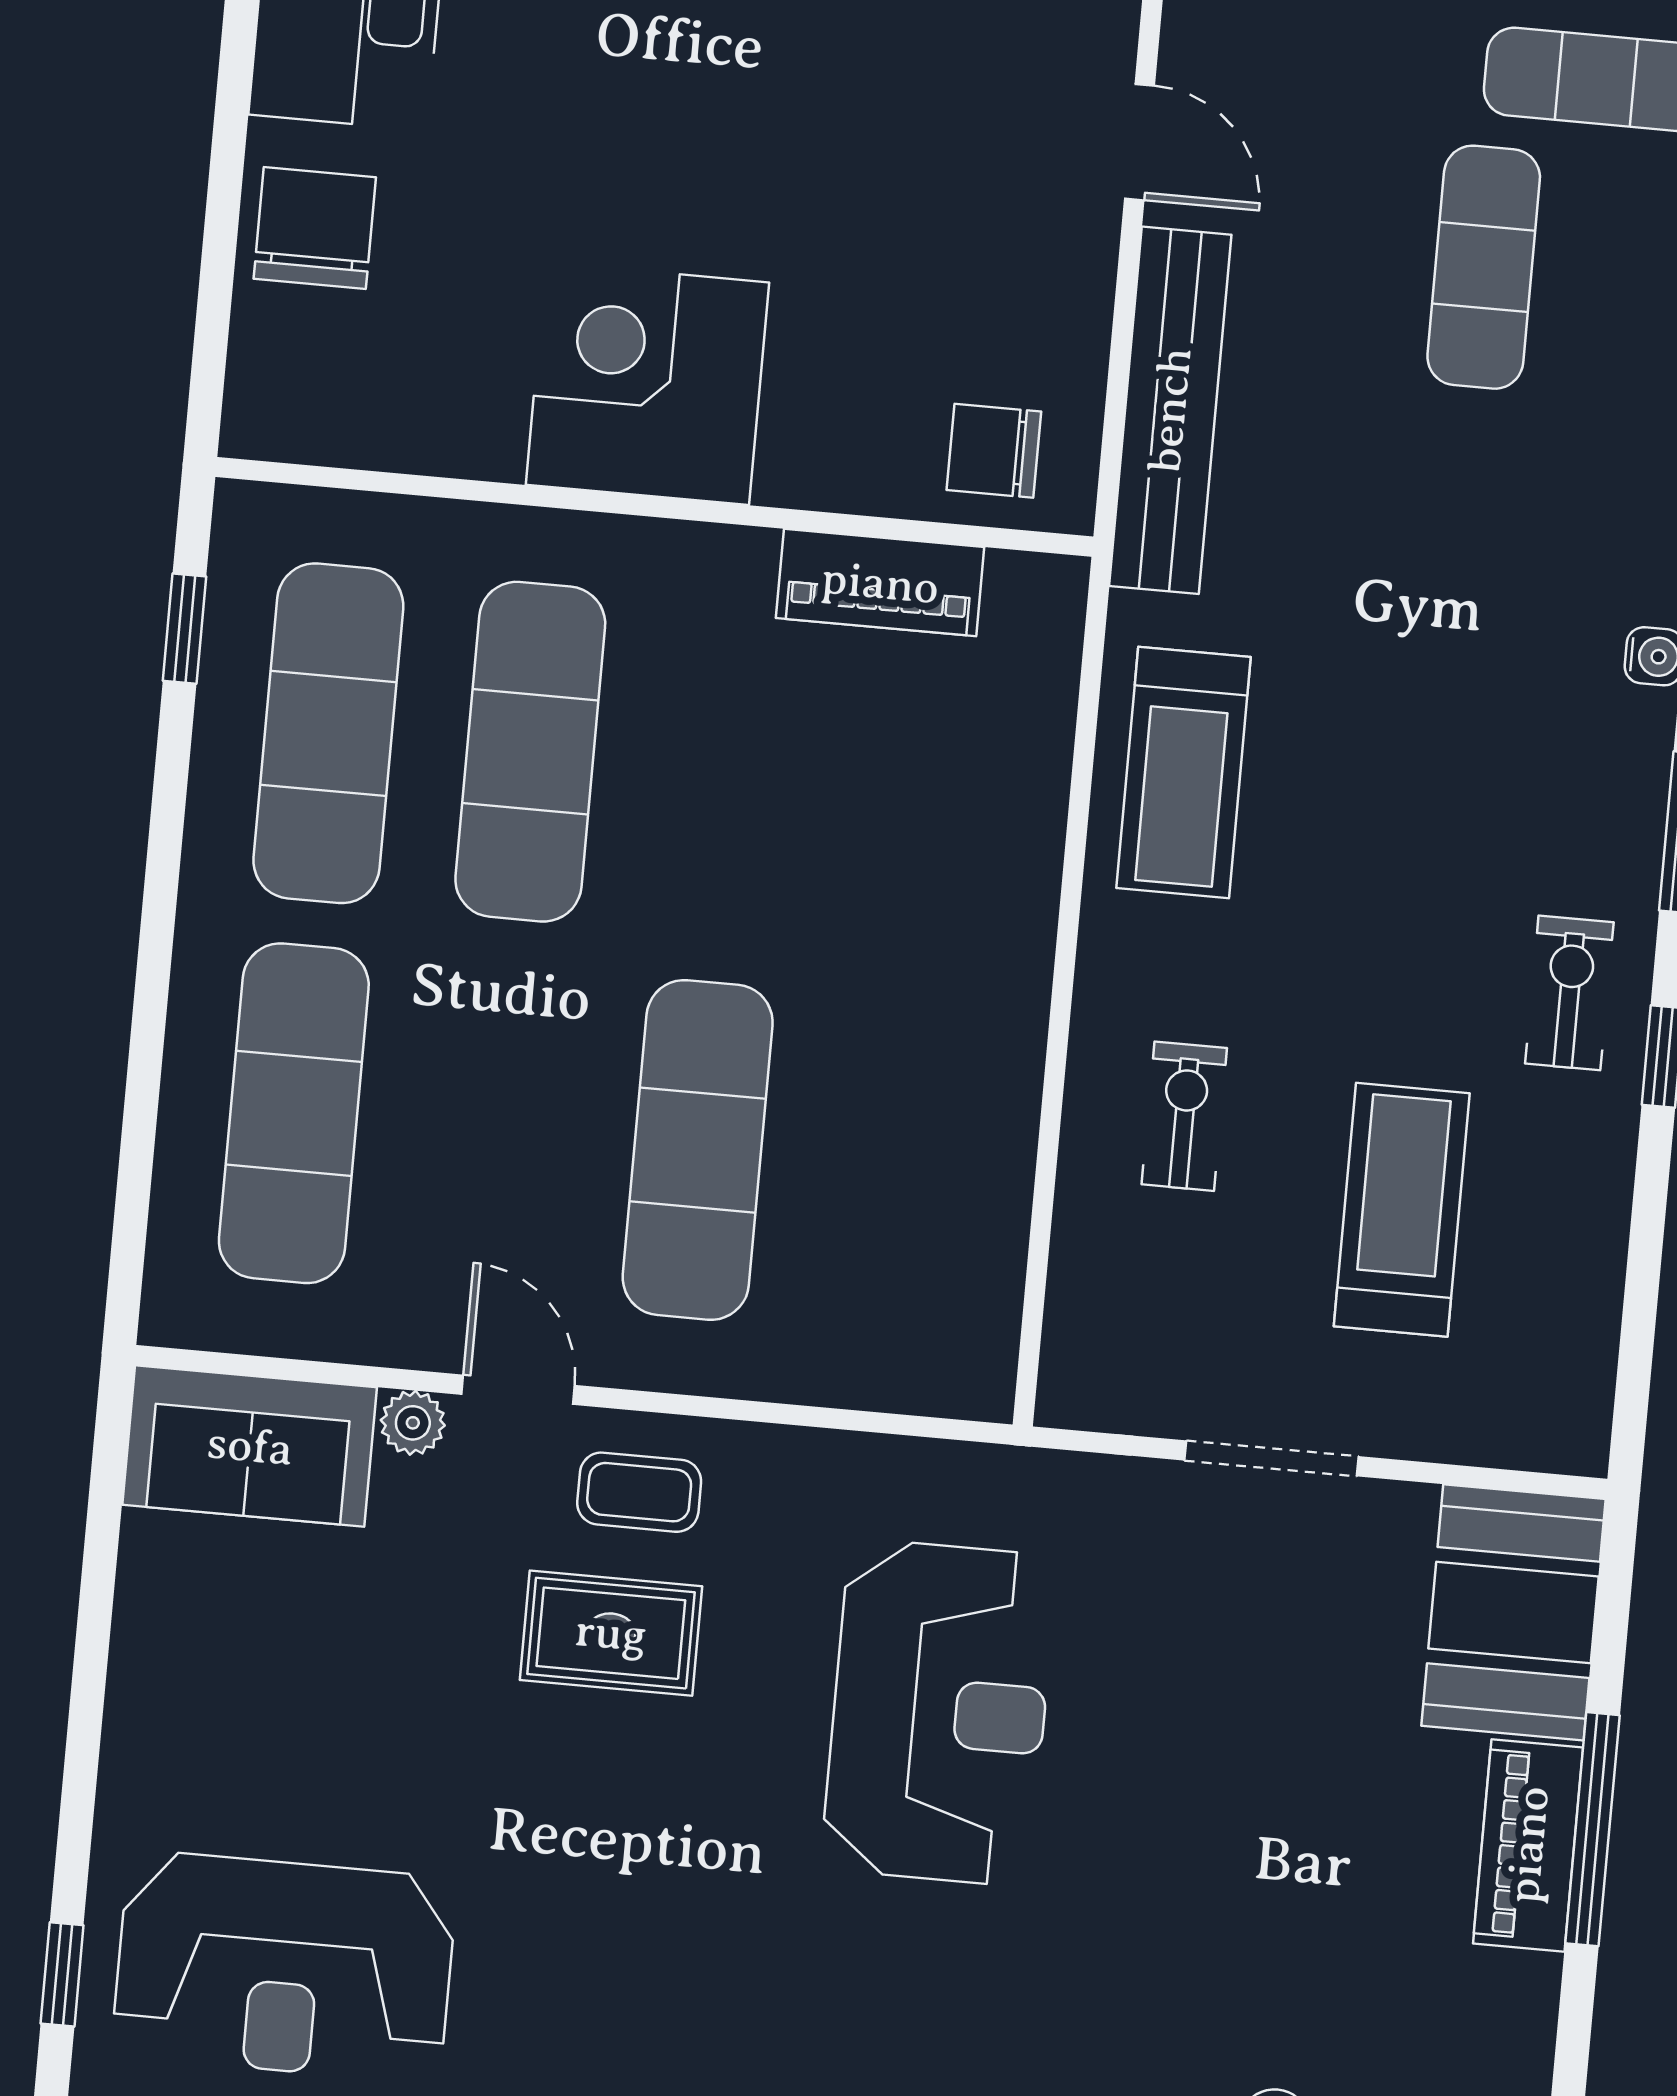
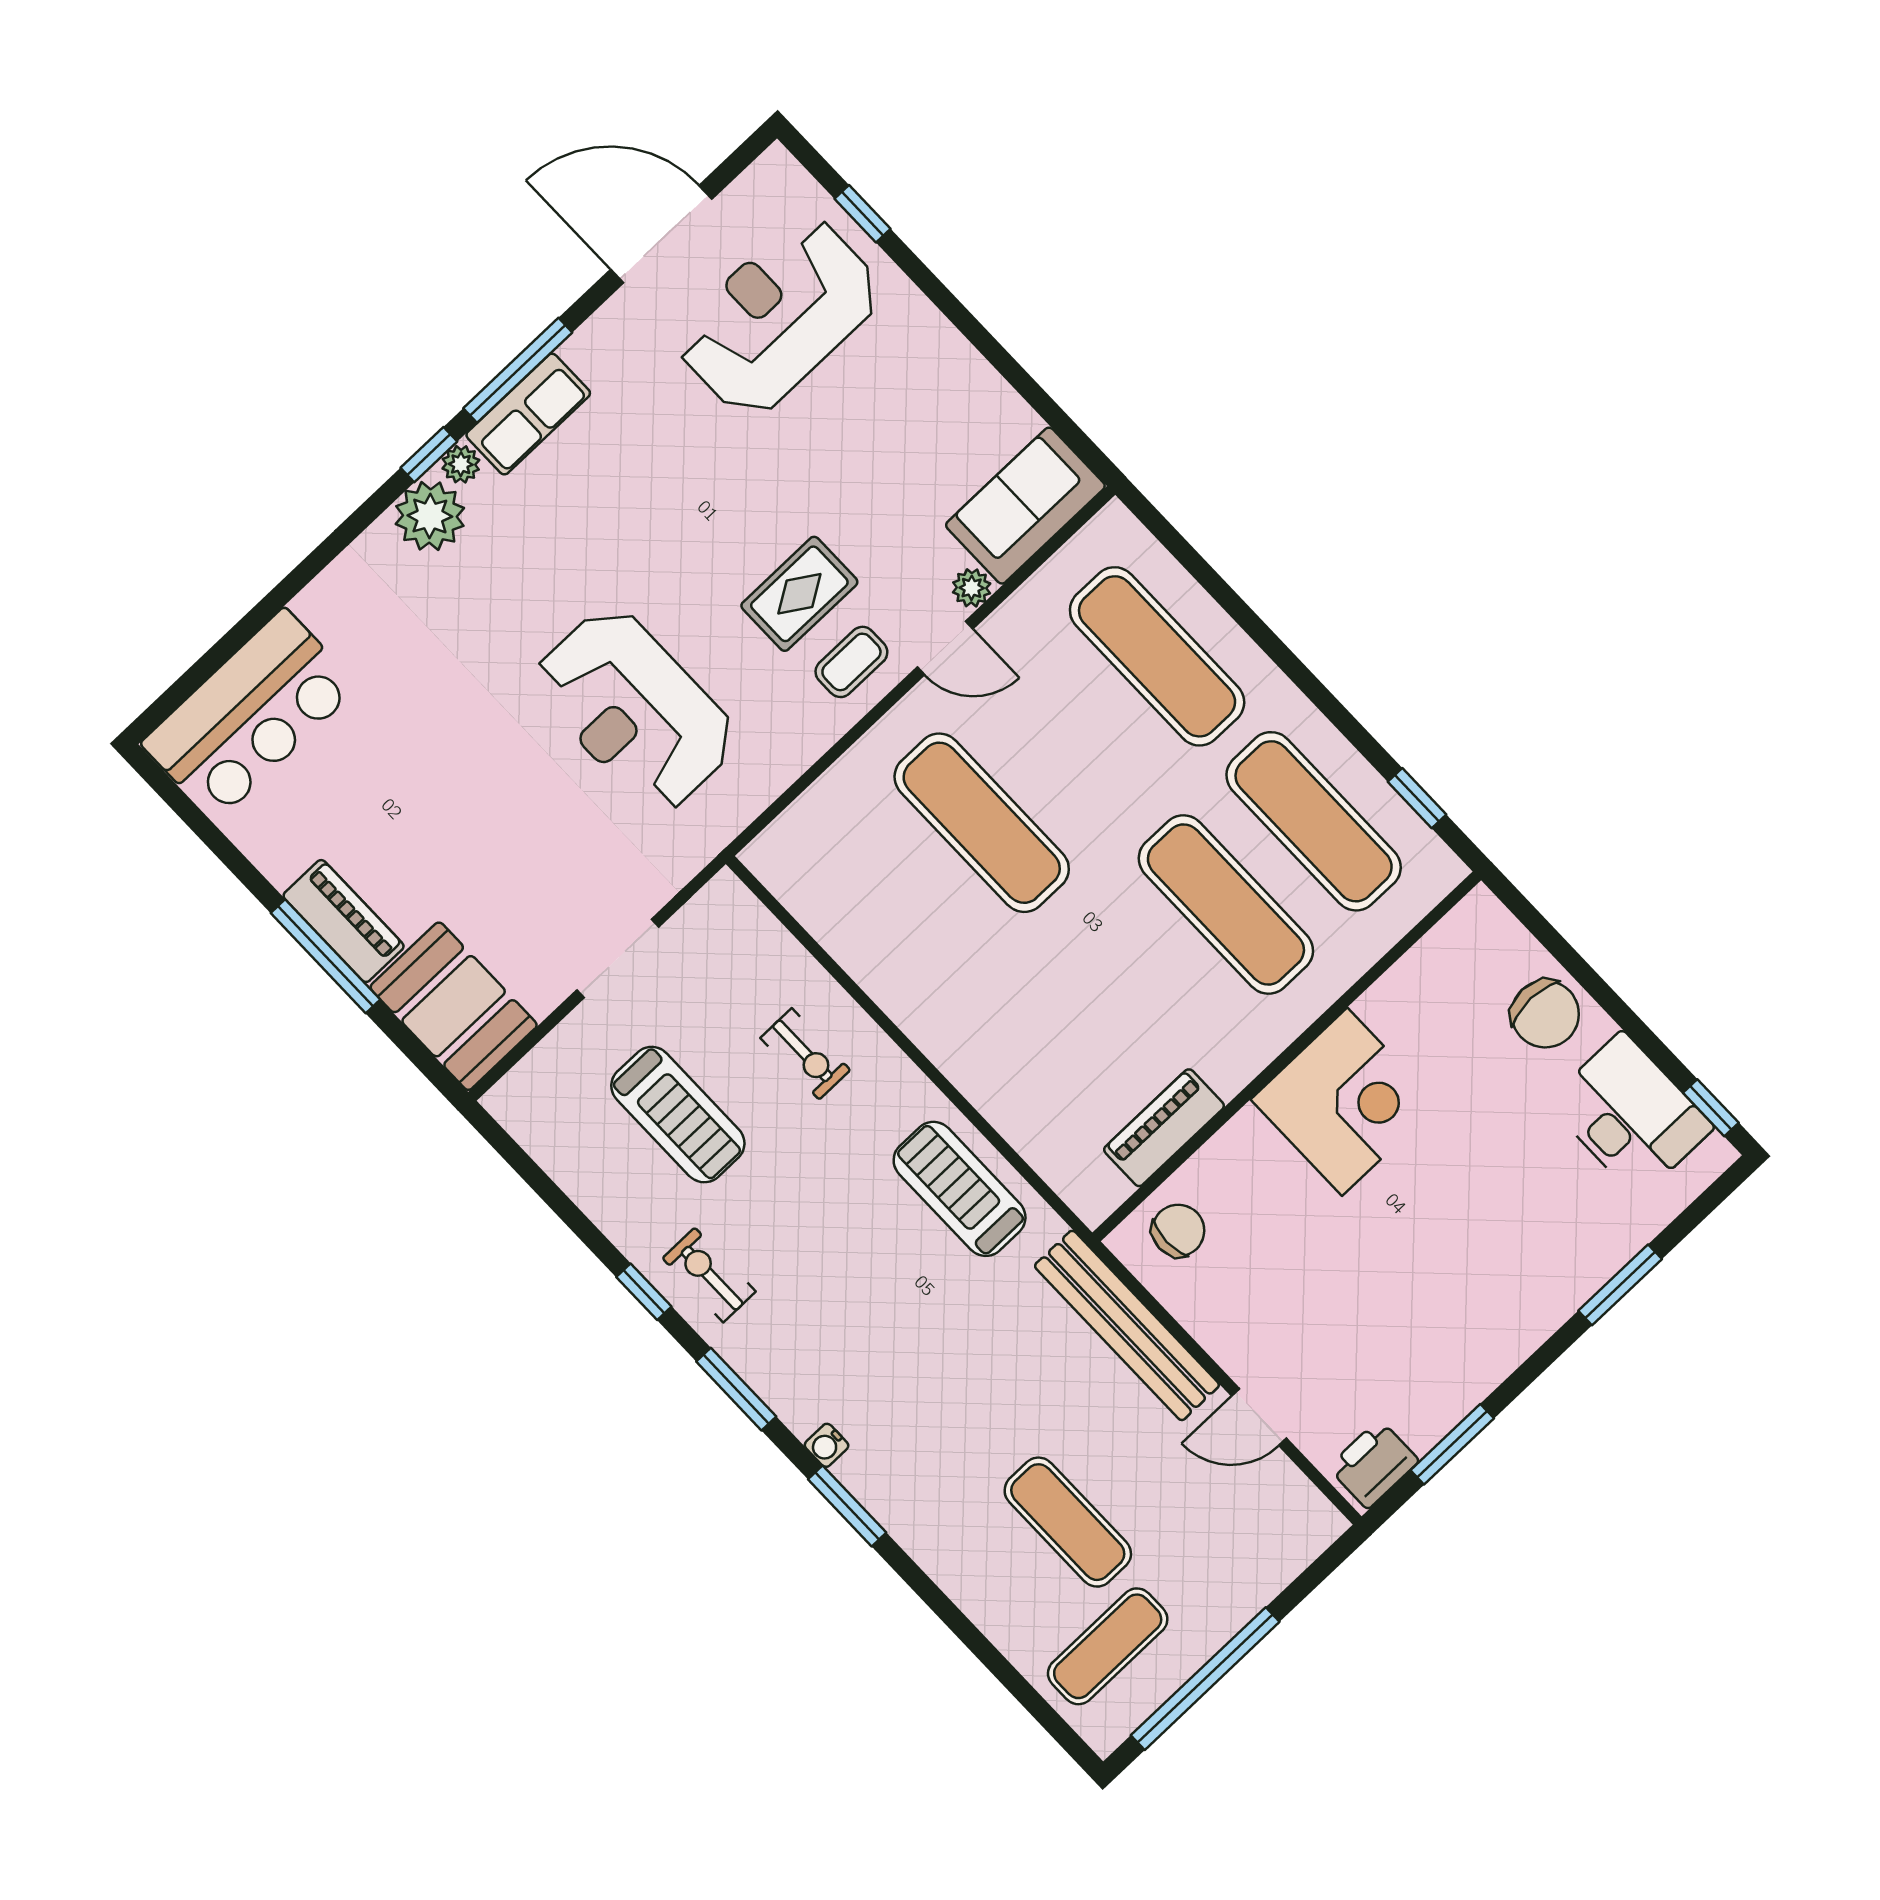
exercise bike: (1569, 993) -> (709, 1275), turned 180

